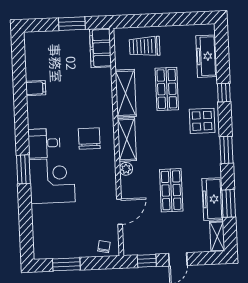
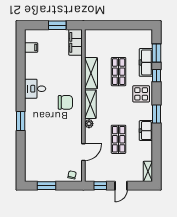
trolley: (145, 46) -> (105, 43), removed
freezer: (206, 56) -> (146, 62), moved
filing cabinet: (36, 88) -> (31, 48), moved
chair: (89, 139) -> (65, 102), turned 90
desk: (44, 143) -> (35, 89), moved
corner desk: (52, 181) -> (39, 129), removed
freezer: (213, 199) -> (146, 131), moved, width x0.71
window: (229, 203) -> (156, 53), moved

